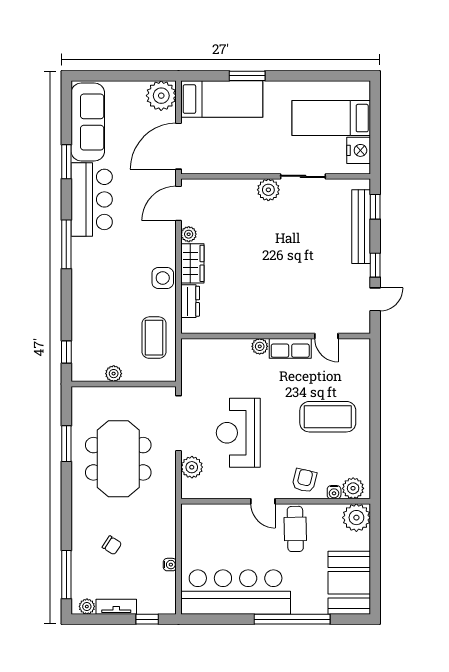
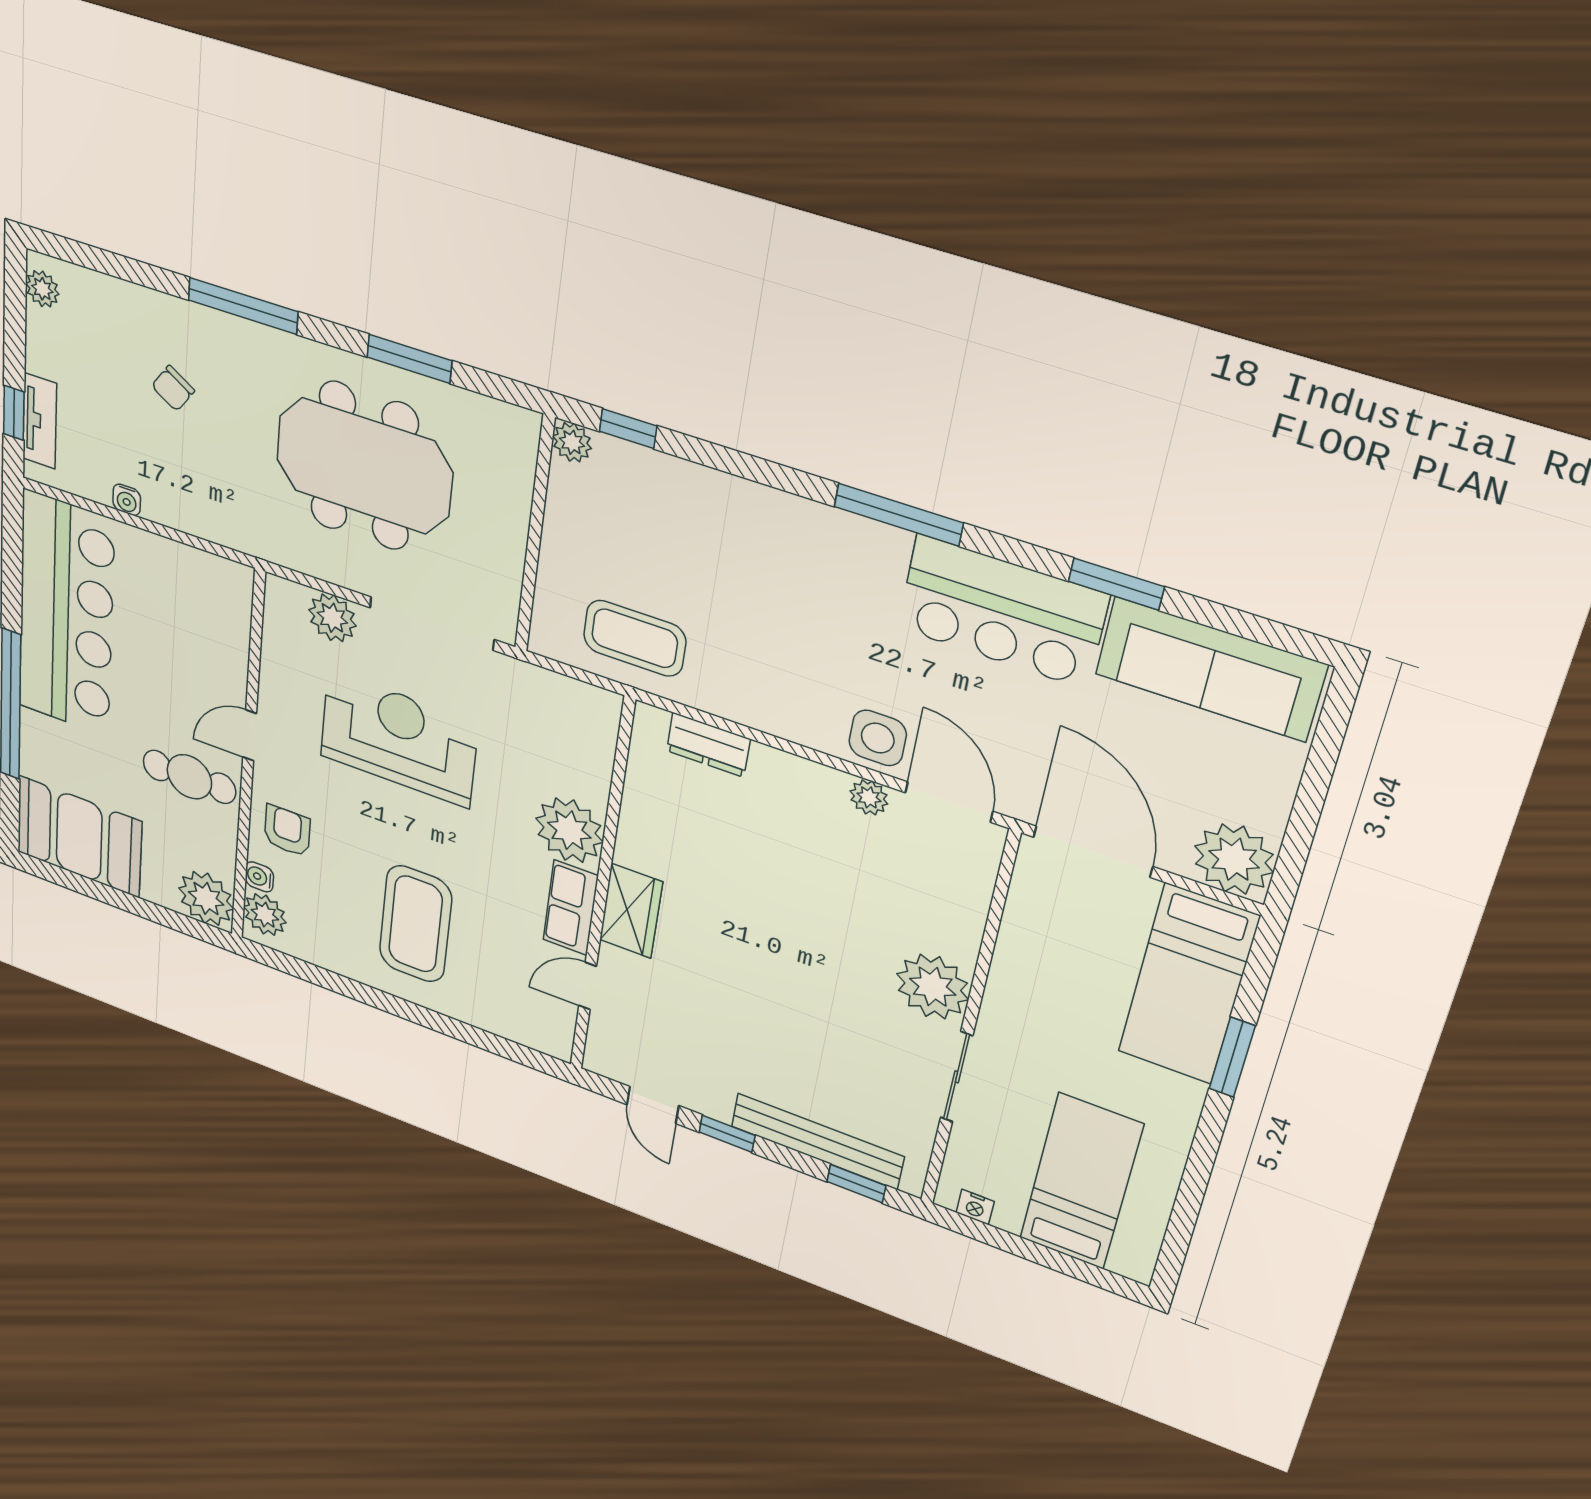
nightstand: (359, 150) -> (975, 1207), width x0.53, depth x0.56
plant: (268, 190) -> (933, 987), width x1.36, depth x1.36
wardrobe: (192, 263) -> (631, 911), moved, turned -90
side table: (163, 278) -> (878, 738), moved
plant: (260, 346) -> (569, 830), width x1.88, depth x1.88
plant: (114, 374) -> (572, 442), moved
armchair: (304, 480) -> (287, 831), turned -103
window: (66, 575) -> (243, 306), moved
tv unit: (116, 607) -> (40, 421), moved

